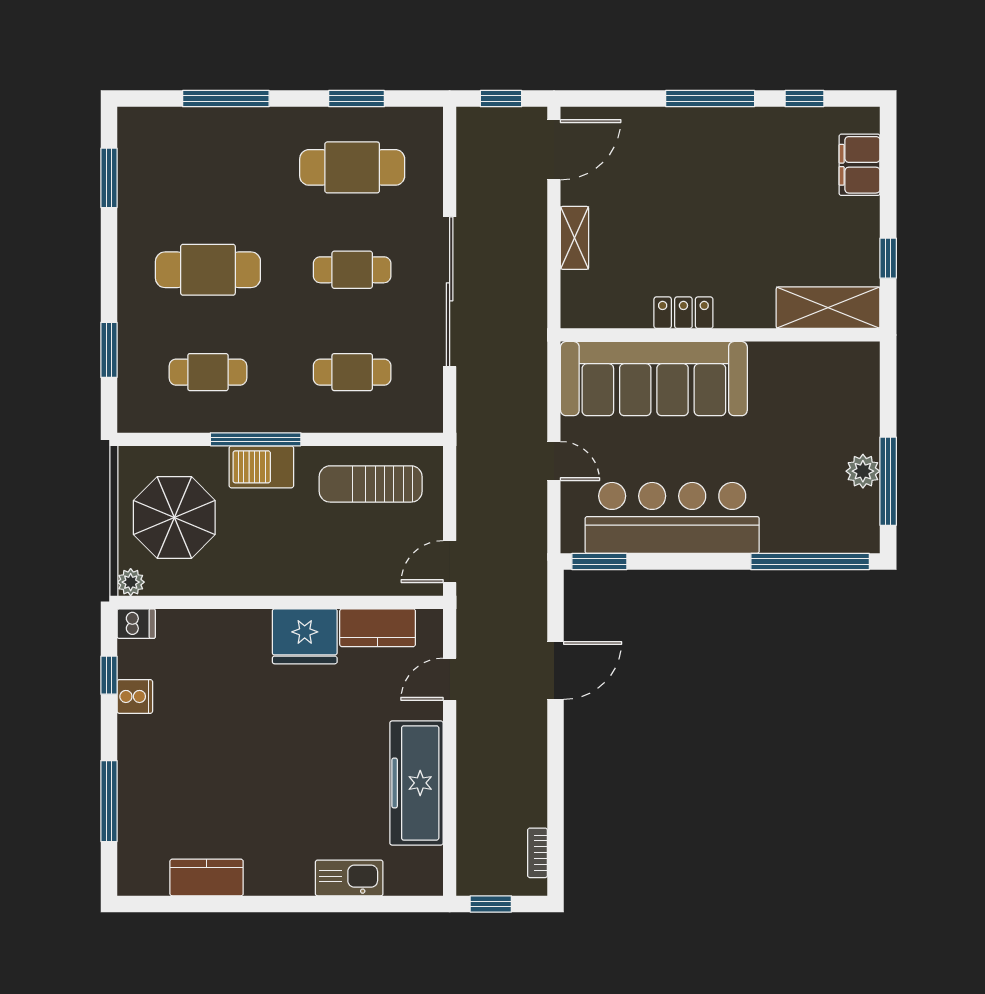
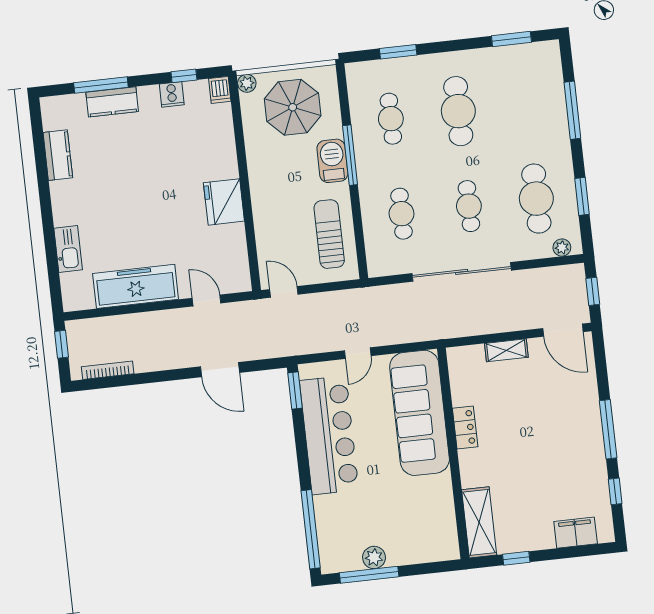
plant: (430, 137) -> (562, 248), added
kitchen counter: (378, 628) -> (112, 102), moved, turned -90
bookcase: (538, 853) -> (108, 370), width x1.56

